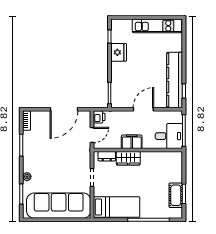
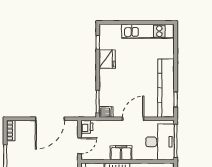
dishwasher: (118, 103) -> (106, 112), added
desk: (169, 136) -> (160, 142), width x1.37

